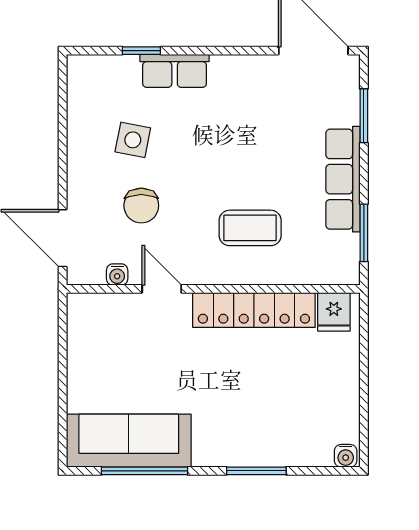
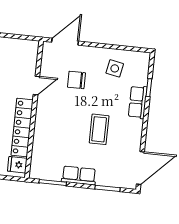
side table: (133, 140) -> (115, 68), moved
row of seats: (343, 179) -> (79, 175), width x0.68
coffee table: (250, 228) -> (99, 129), moved
water cooler: (117, 275) -> (45, 65), removed

